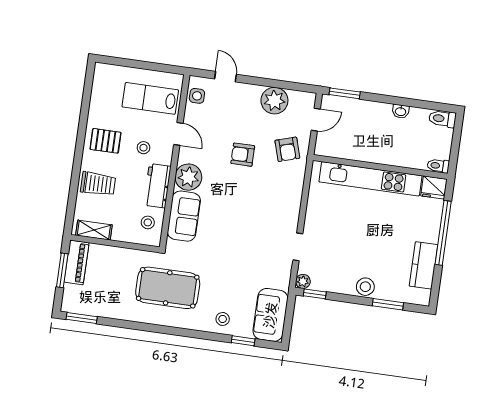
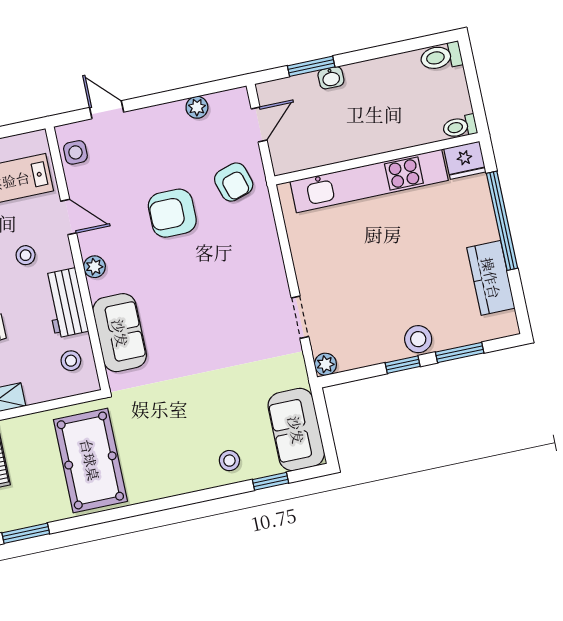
window: (345, 93) -> (311, 66), moved
plant: (274, 101) -> (197, 107), width x0.53, depth x0.53
washbasin: (401, 111) -> (331, 78), moved
armchair: (243, 155) -> (172, 213), width x1.38, depth x1.38
plant: (188, 177) -> (94, 267), width x0.53, depth x0.53
pool table: (168, 288) -> (90, 460), moved, turned 90
window: (315, 294) -> (403, 365), moved

